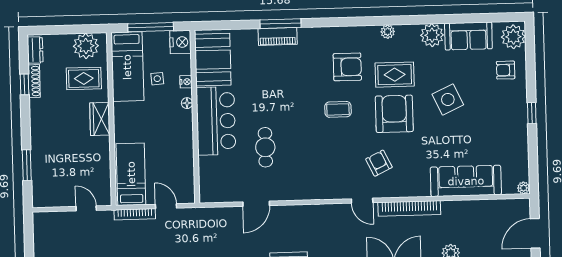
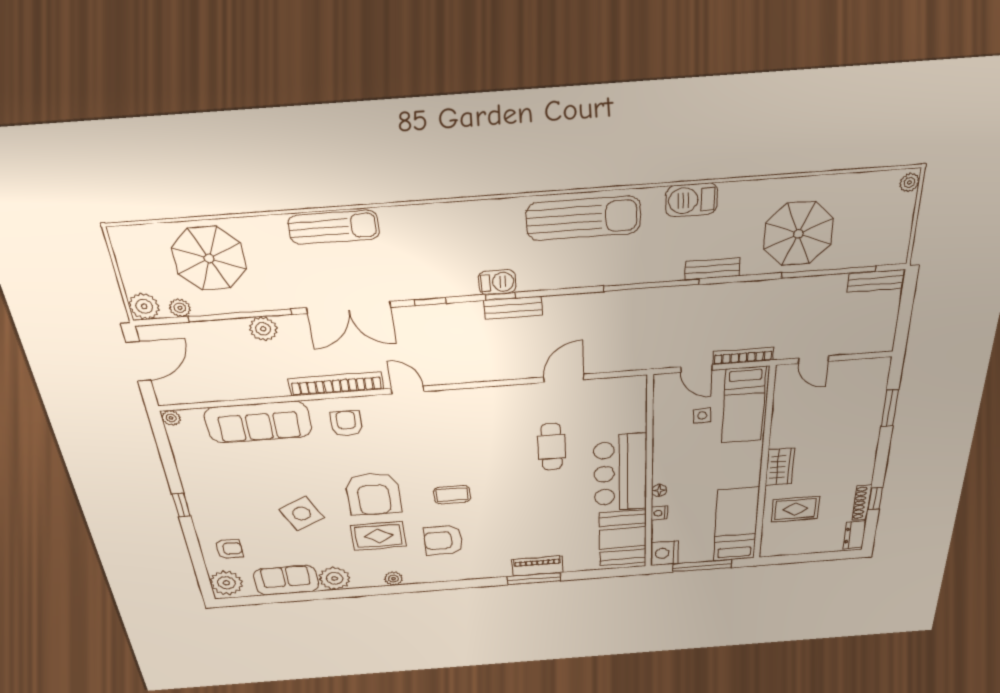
plant: (86, 46) -> (788, 543), removed
side table: (157, 79) -> (702, 416), moved
armchair: (379, 163) -> (346, 423), moved, turned -153

